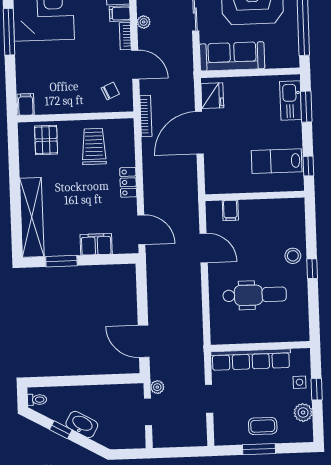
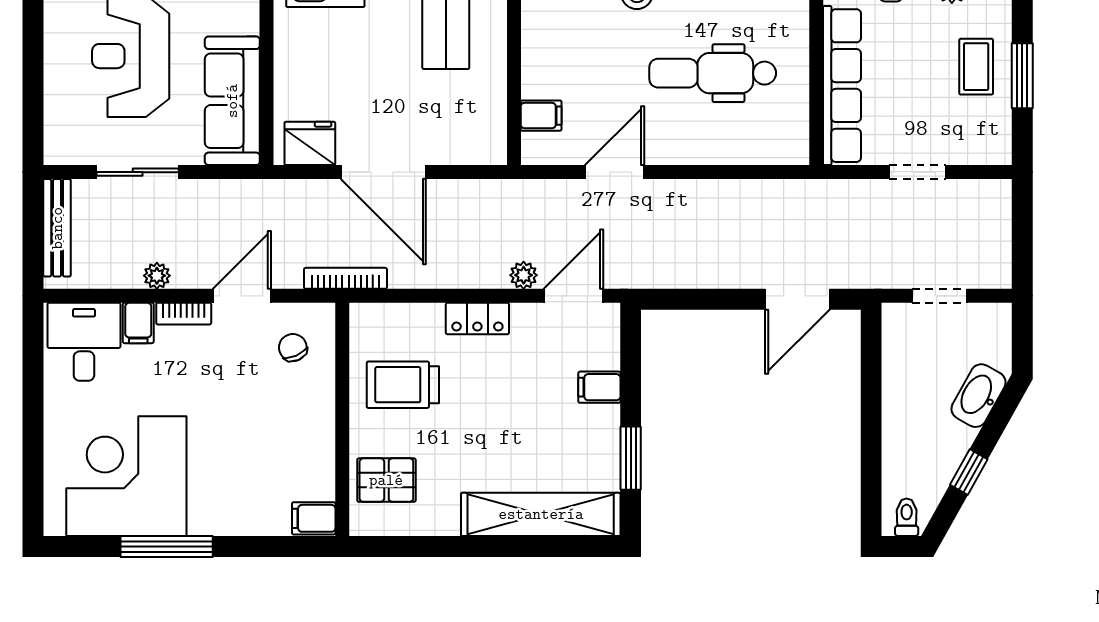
filing cabinet: (96, 244) -> (599, 387), width x0.50
dental chair: (255, 295) -> (713, 73), turned -90
plant: (157, 387) -> (524, 275), moved
washbasin: (82, 424) -> (979, 396), moved

